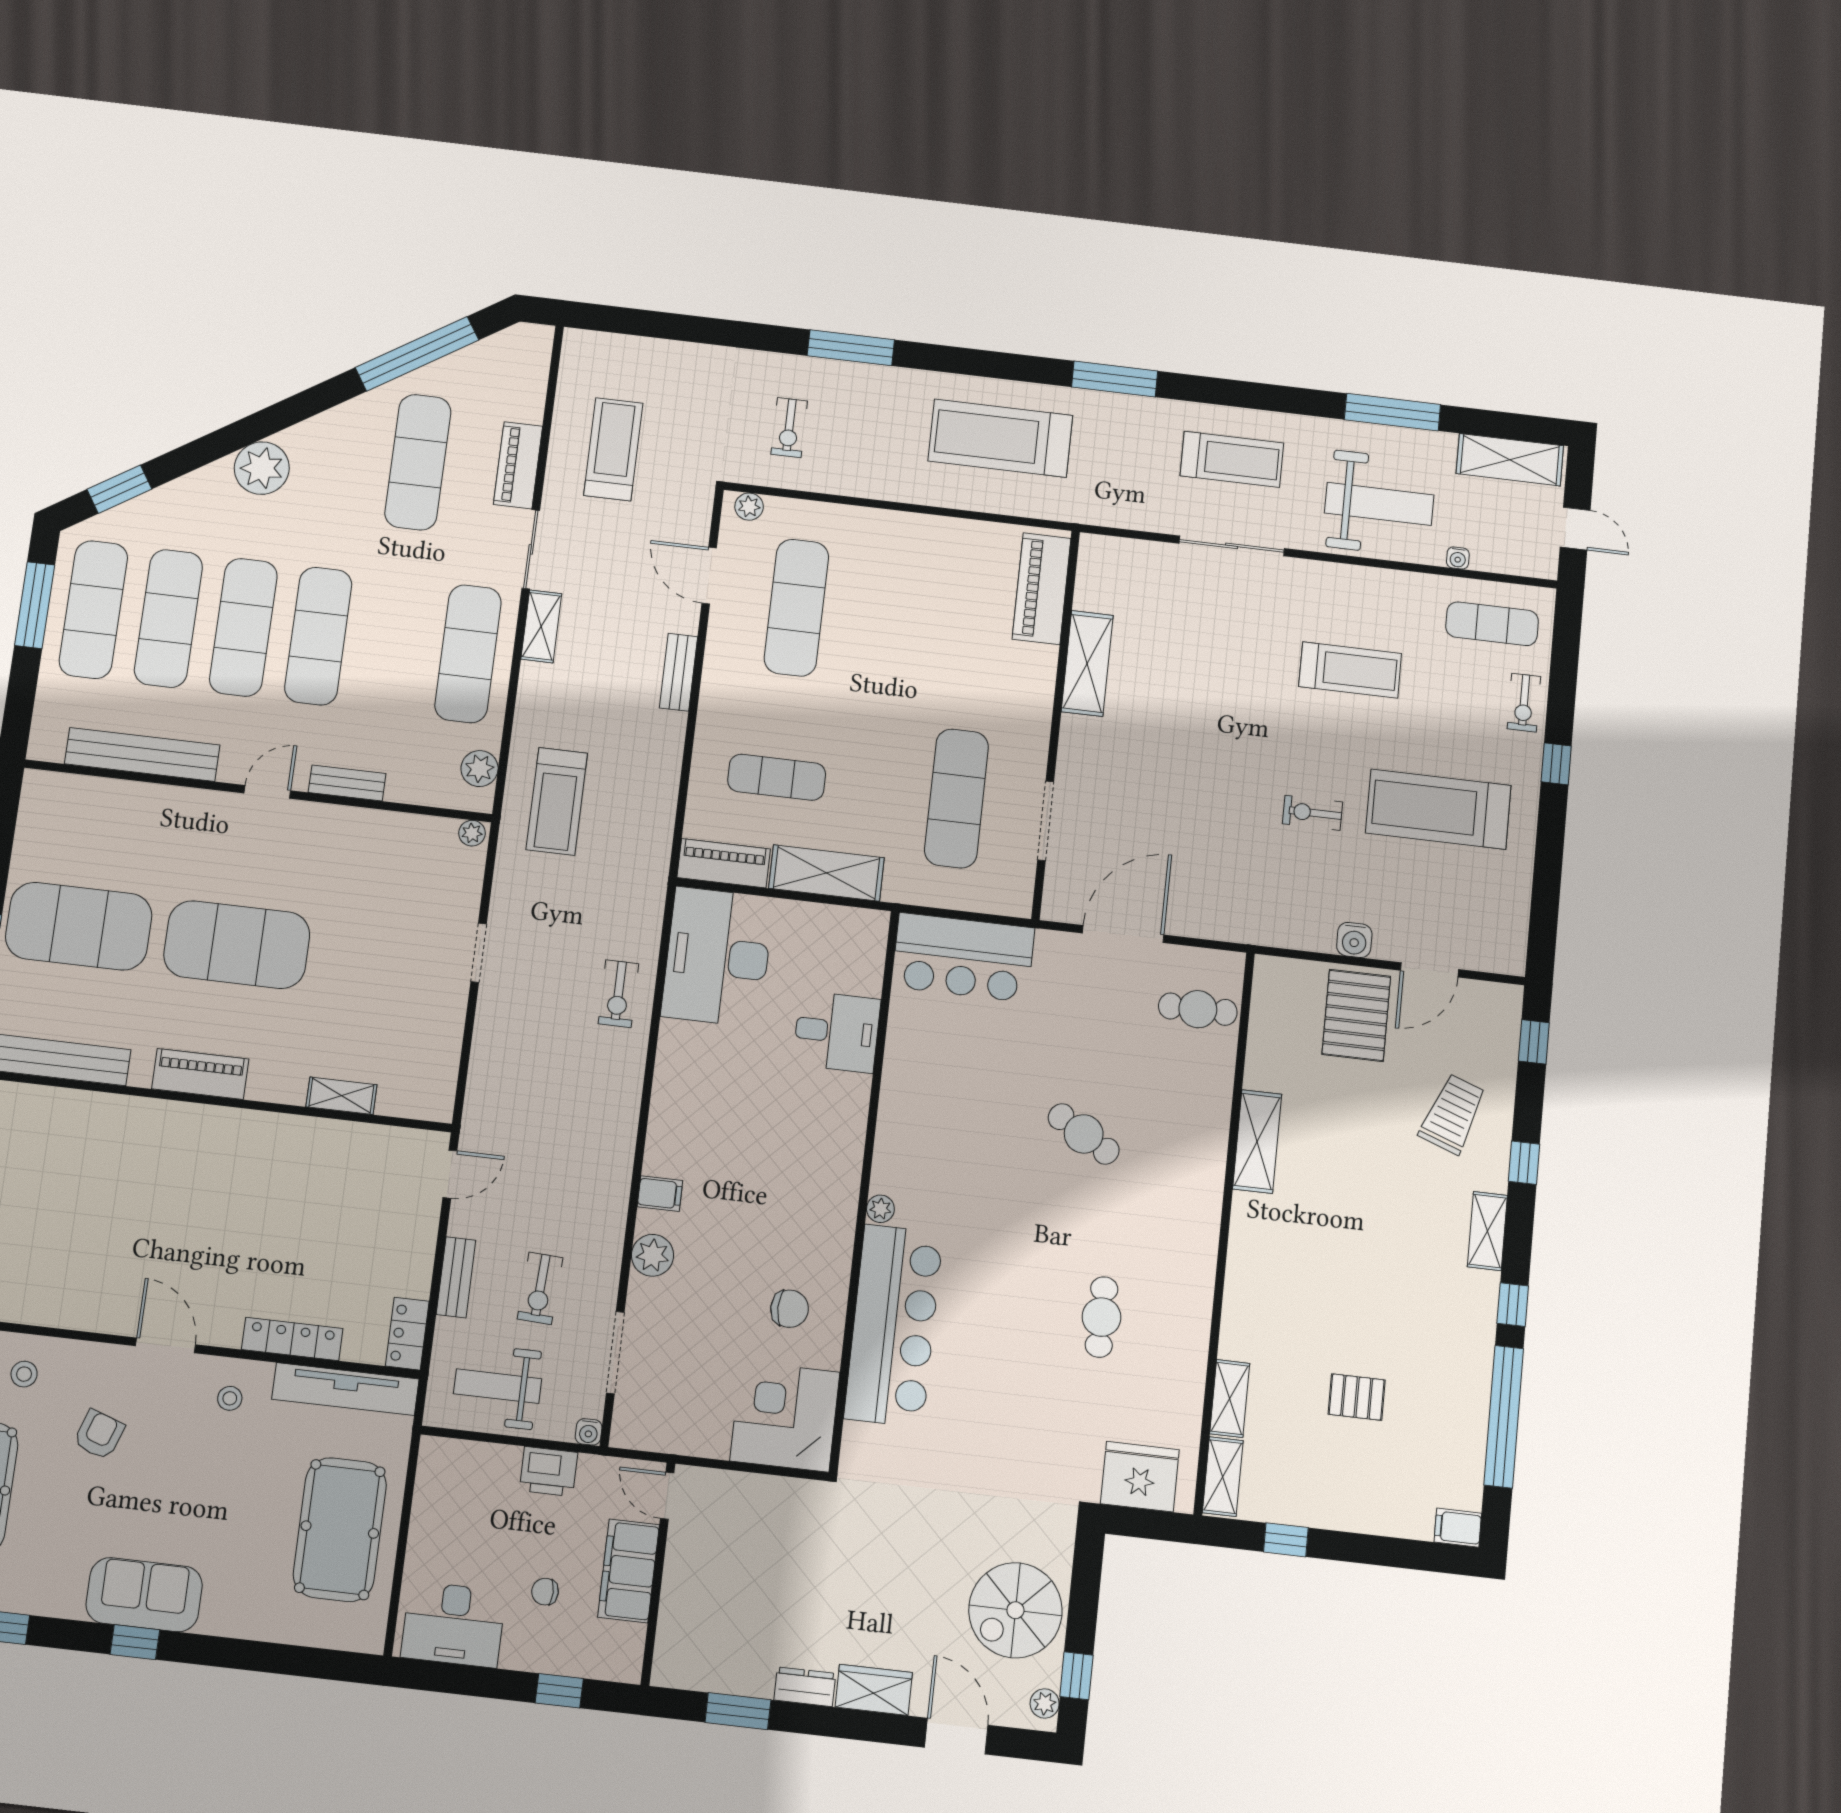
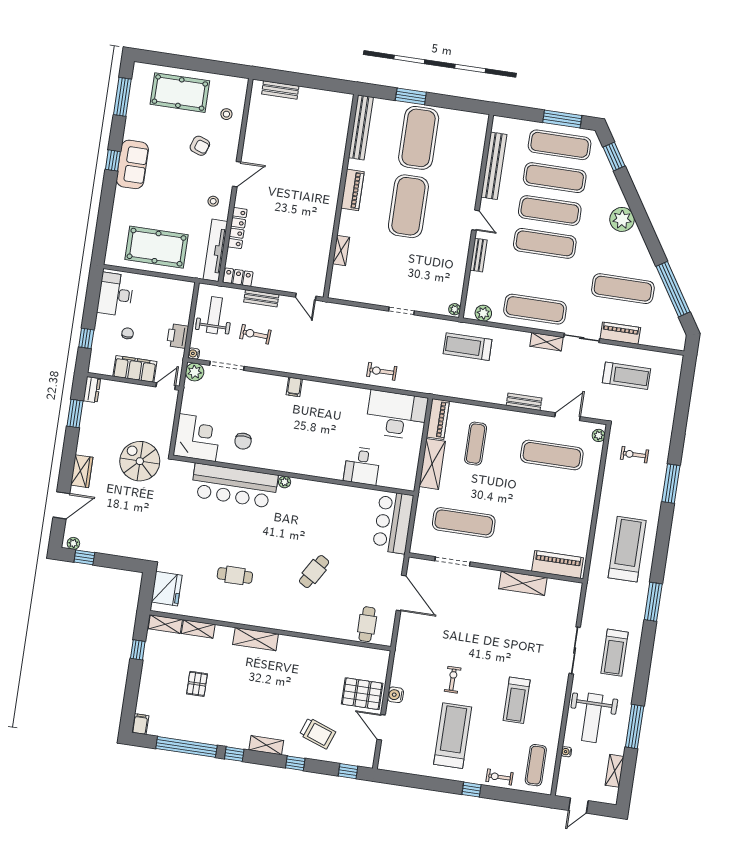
shelving: (1510, 460) -> (615, 771), width x0.67, depth x0.75
shelving: (1257, 1142) -> (256, 639), moved
plant: (652, 1255) -> (195, 372), moved
spiral stairs: (1015, 1610) -> (140, 461), moved
dresser: (805, 1687) -> (92, 390), moved

